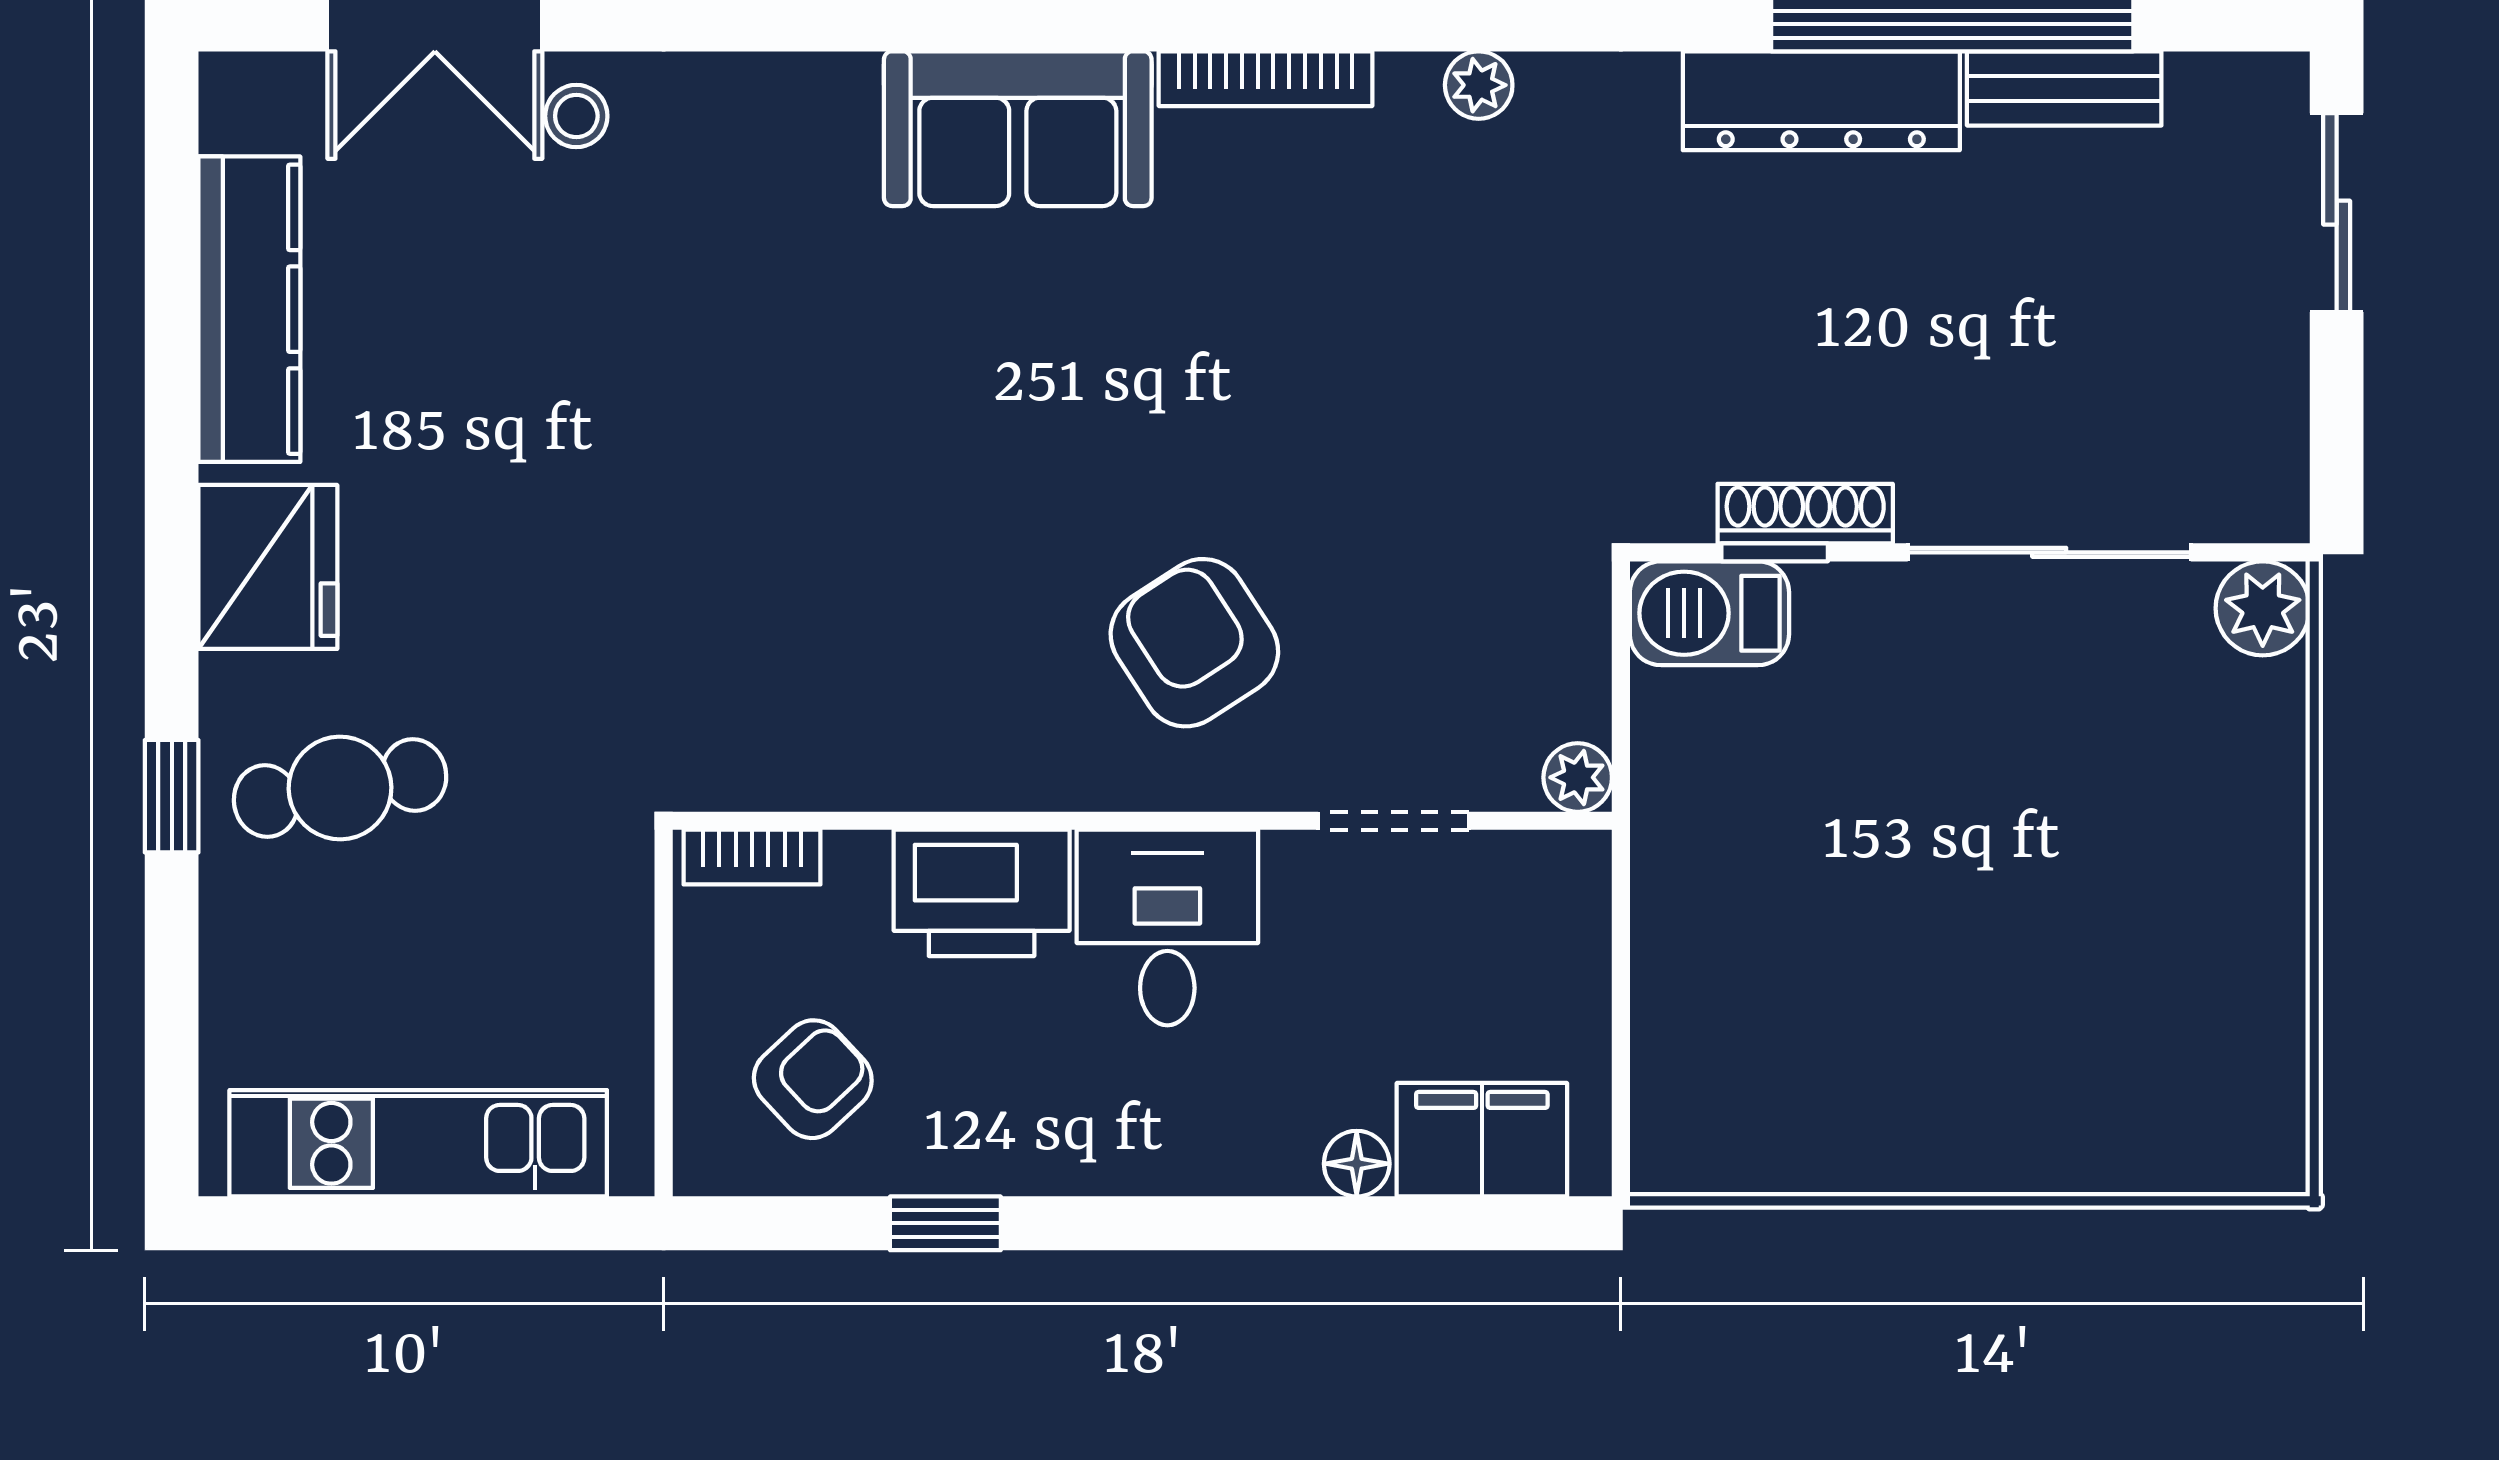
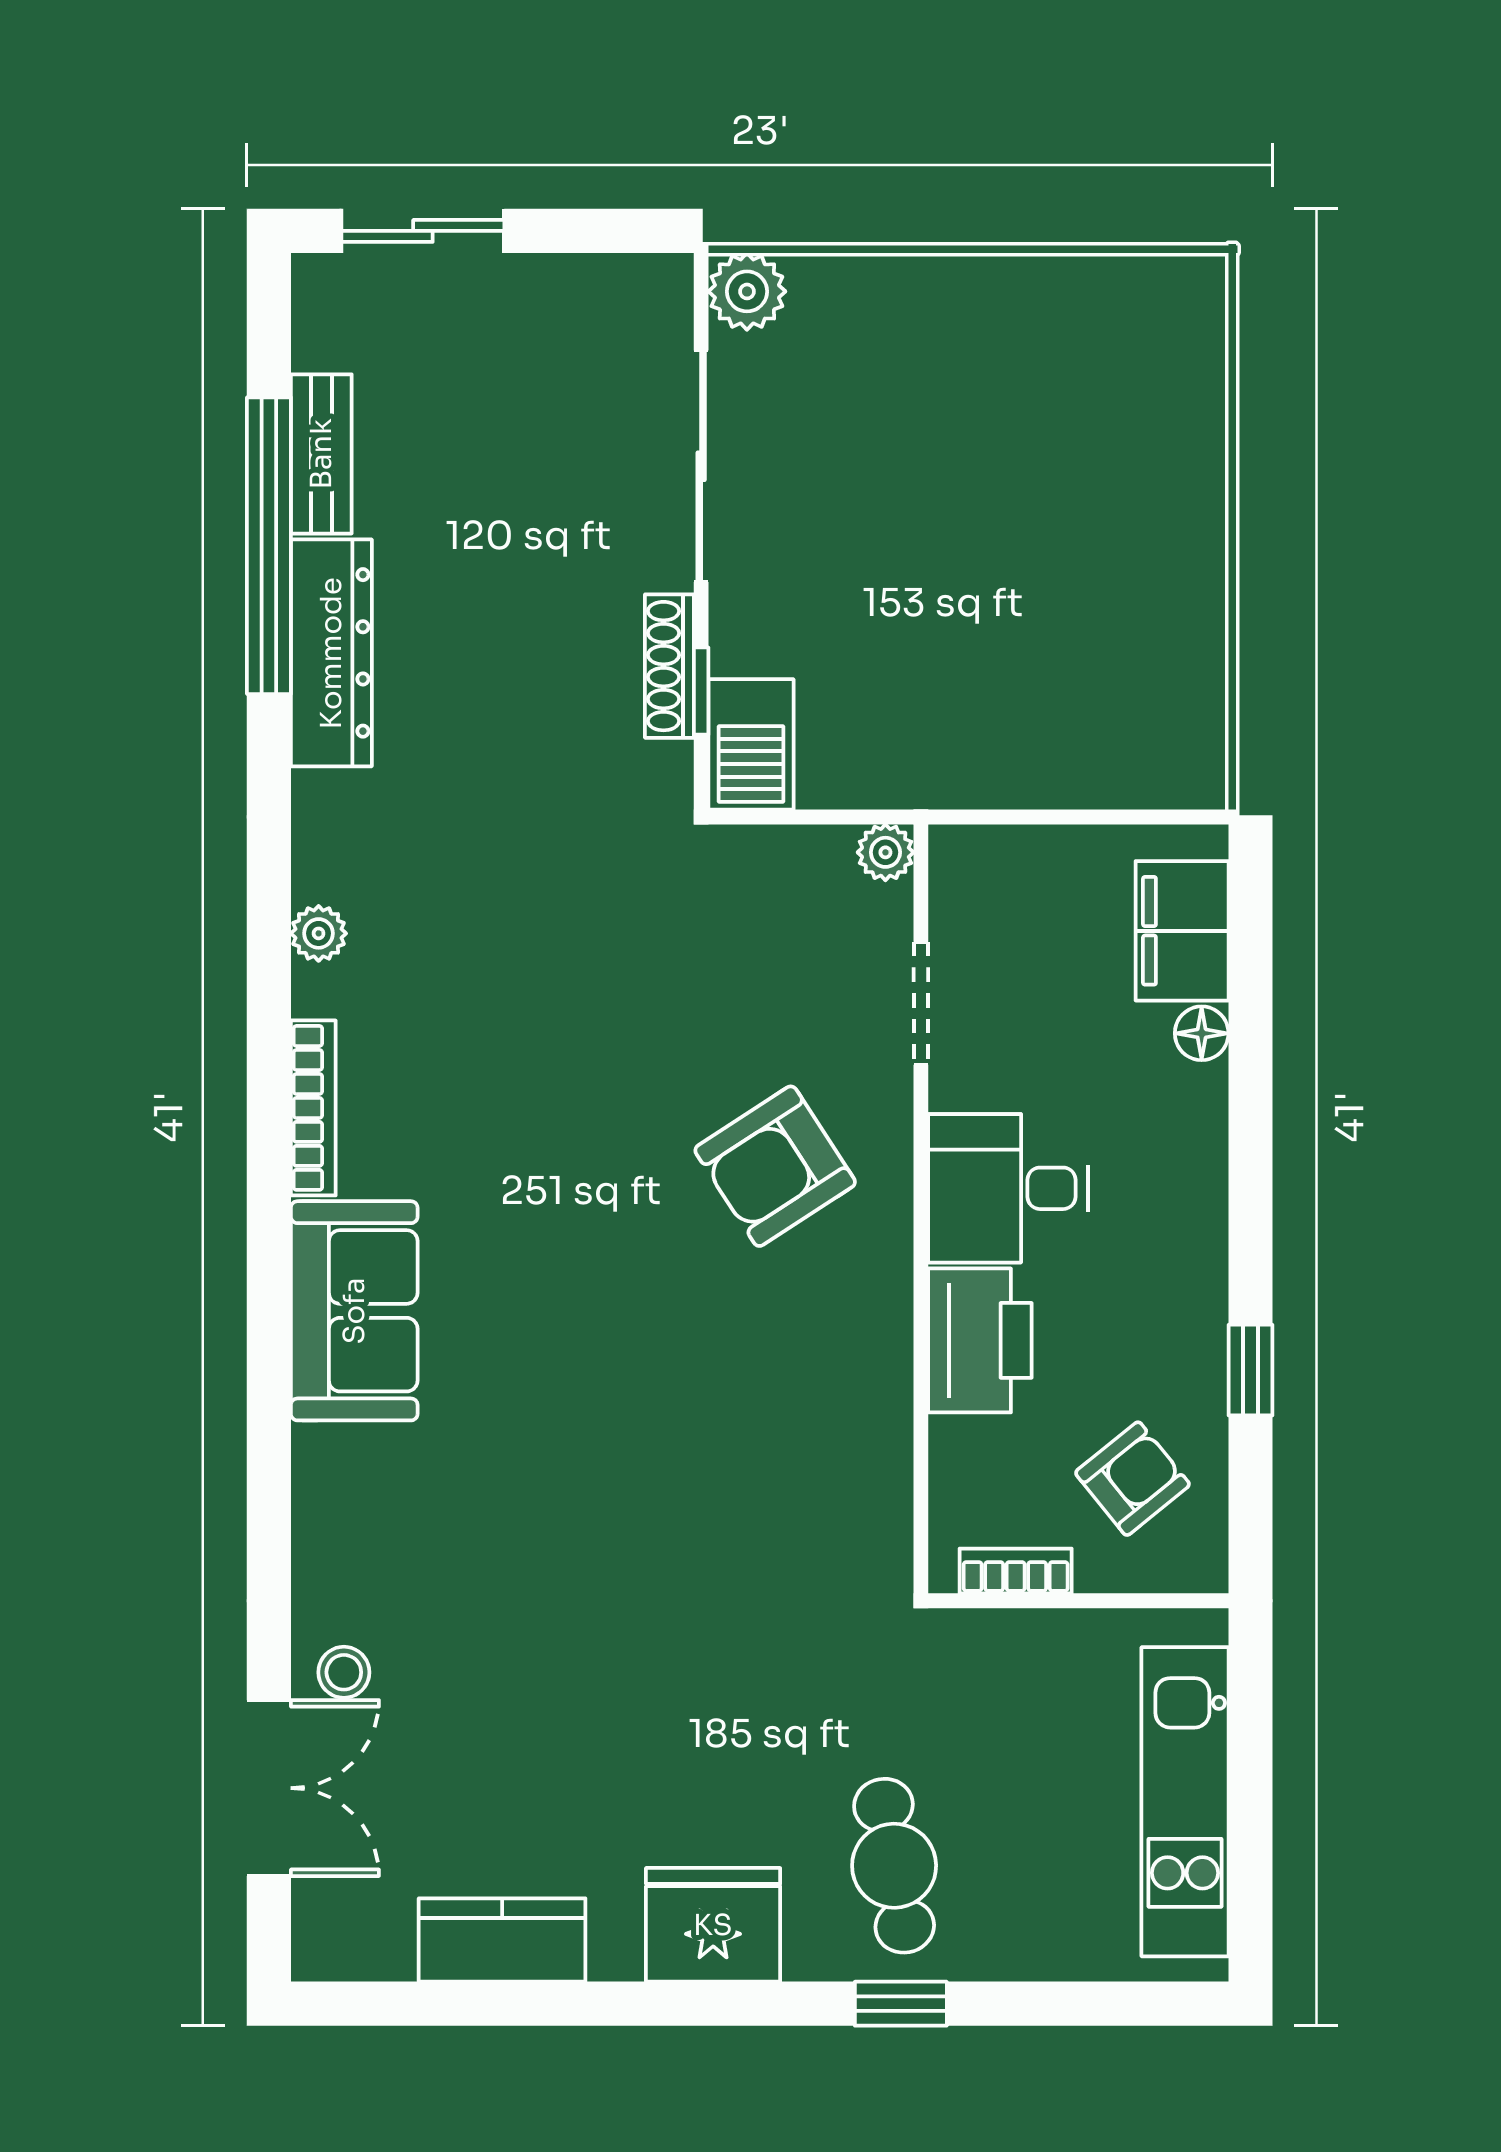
kitchen counter: (249, 309) -> (502, 1940), width x0.67
bookcase: (752, 857) -> (1016, 1571), moved, turned -90
armchair: (813, 1079) -> (1132, 1479), turned 94

